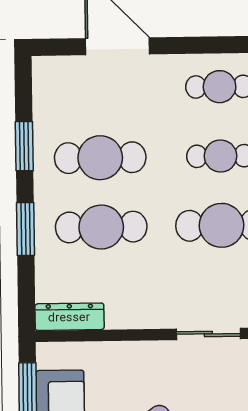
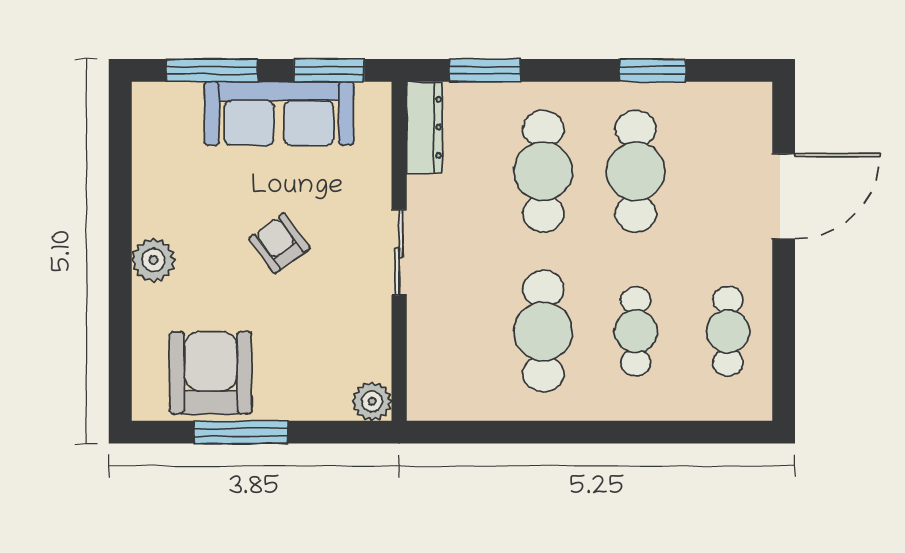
window: (25, 229) -> (485, 70), moved
sliding door: (208, 334) -> (399, 252), moved

